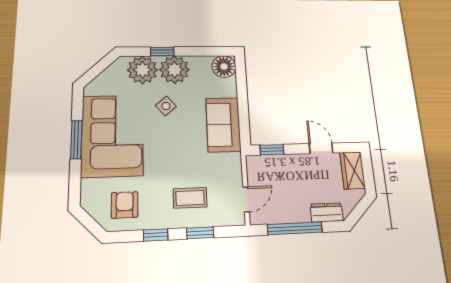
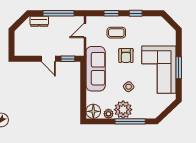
window: (162, 52) -> (130, 121), width x2.17
plant: (142, 70) -> (108, 114), moved, width x0.53, depth x0.53
sofa: (223, 125) -> (96, 69), width x1.36
door: (321, 148) -> (48, 59), moved
wardrobe: (353, 170) -> (21, 45), removed
armchair: (125, 205) -> (126, 55), moved

